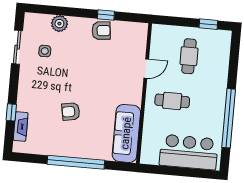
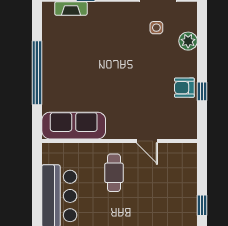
armchair: (101, 31) -> (184, 88), turned 96
cafe table: (189, 56) -> (165, 187), removed
armchair: (71, 112) -> (92, 62), removed

